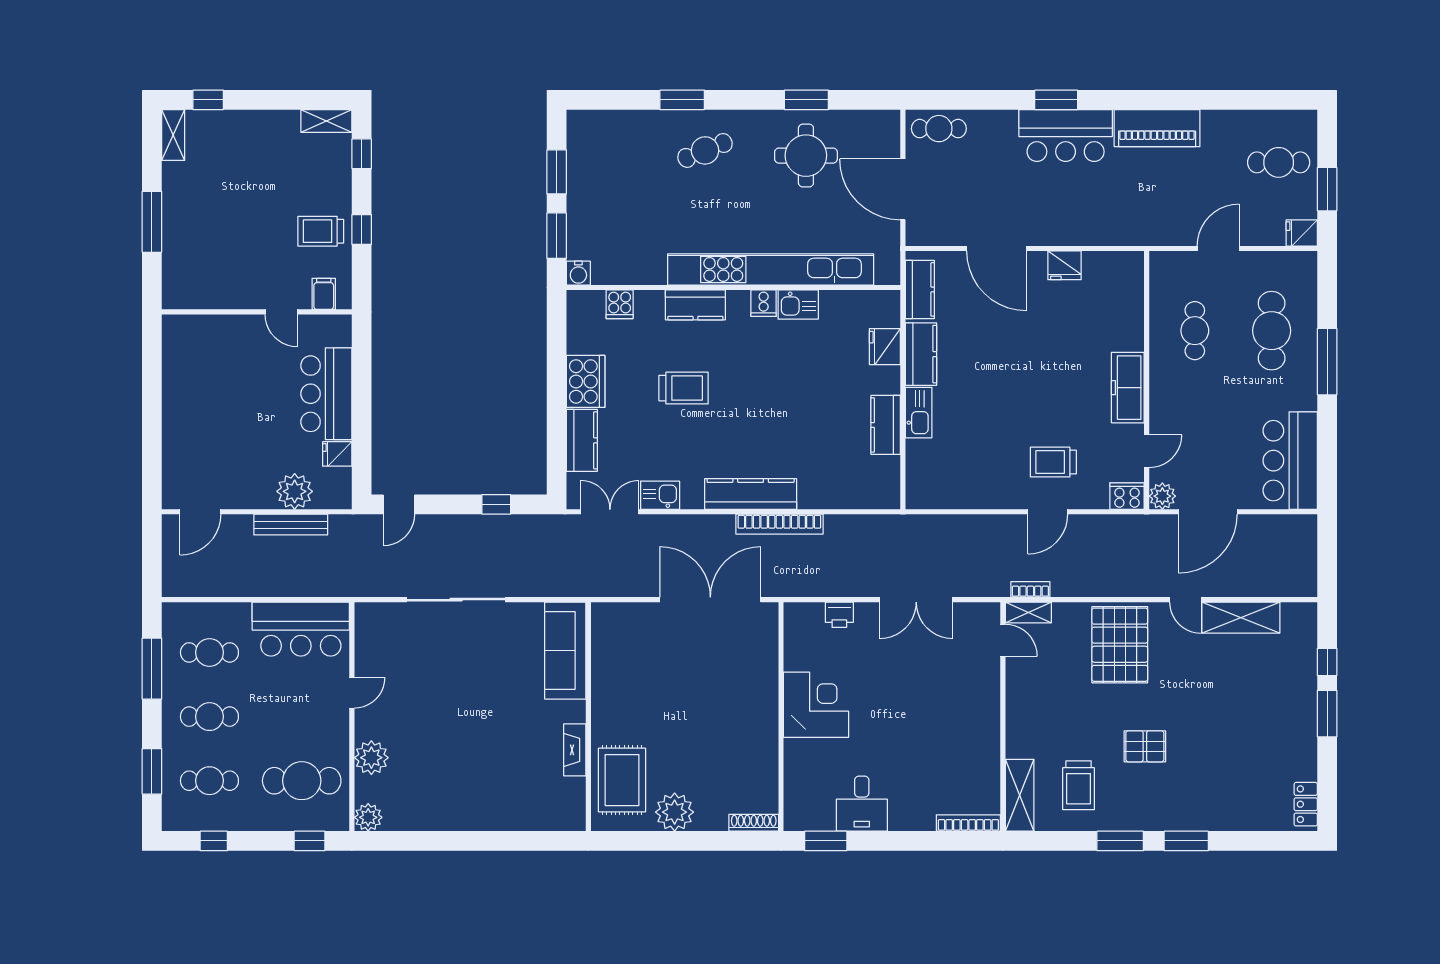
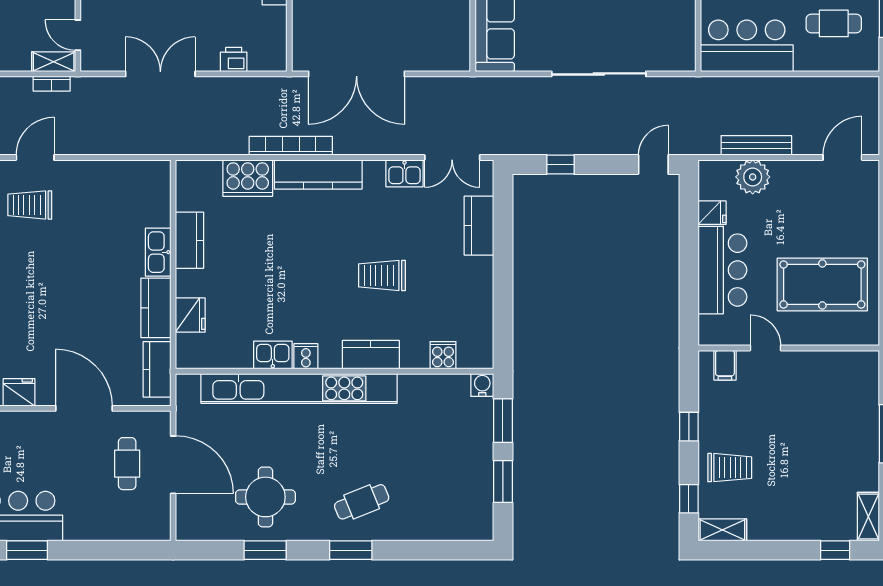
window: (682, 100) -> (351, 550), moved
cafe table: (939, 129) -> (127, 464), moved, turned 90
trolley: (321, 231) -> (730, 468), moved
pool table: (221, 379) -> (822, 284), added
cooker: (586, 381) -> (248, 178), moved, turned -90
trolley: (1053, 462) -> (30, 205), turned 180

